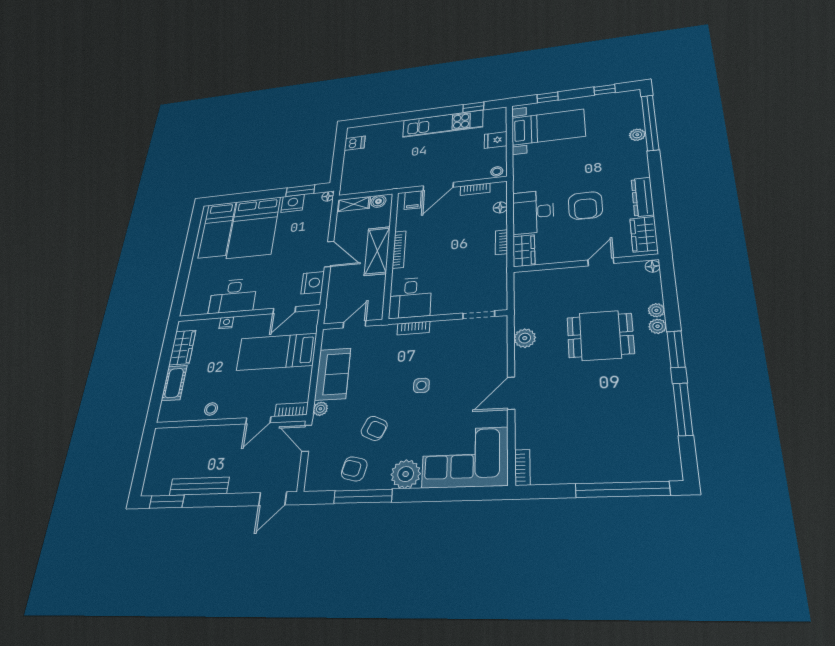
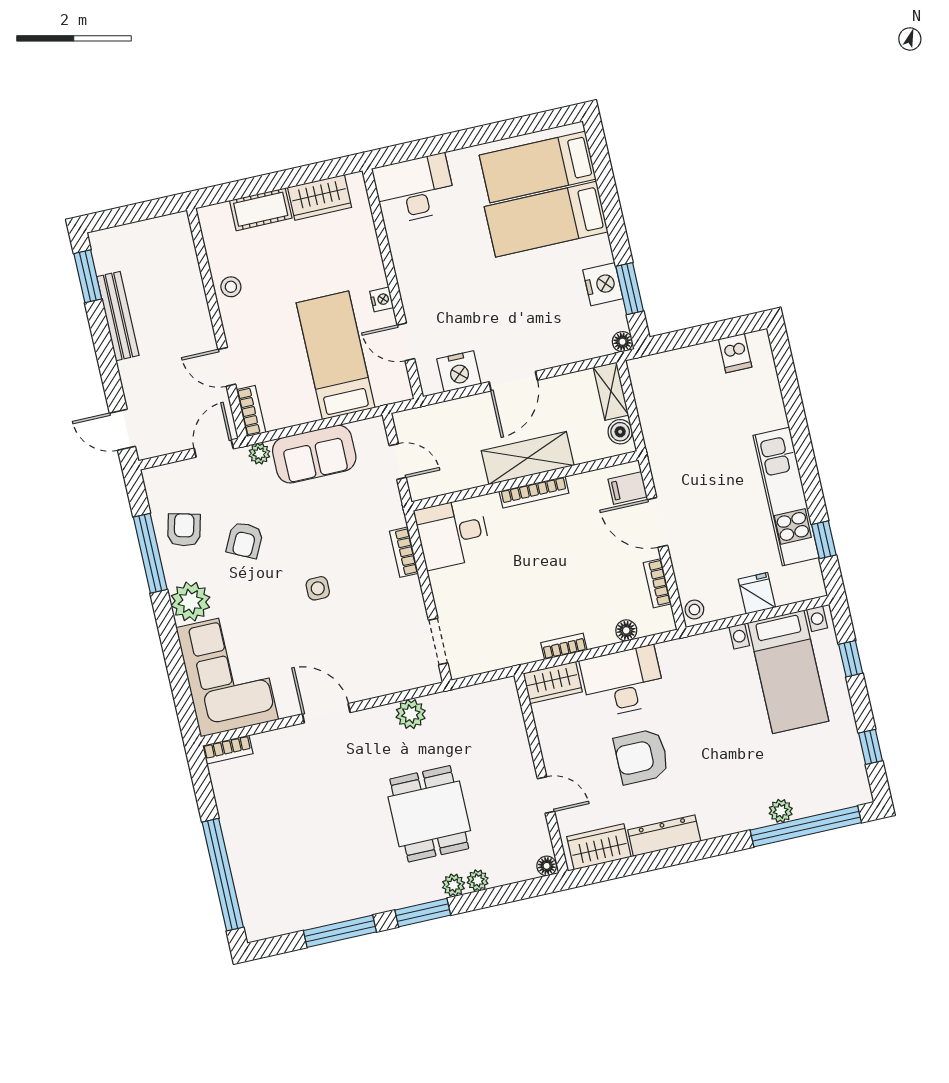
bed: (254, 227) -> (546, 219), width x0.67
desk: (233, 296) -> (414, 189), moved, turned 90
nightstand: (226, 323) -> (382, 299), moved

